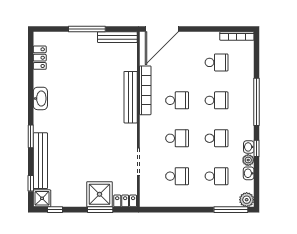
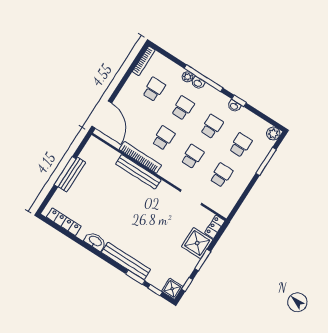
bench: (117, 37) -> (72, 175), moved
locker: (40, 58) -> (64, 222), width x1.53
window: (31, 136) -> (135, 277), moved
plant: (248, 160) -> (188, 77), moved
bench: (40, 161) -> (126, 261), moved
washbasin: (249, 173) -> (198, 83), moved
window: (100, 210) -> (203, 260), moved
window: (231, 210) -> (266, 161), moved

